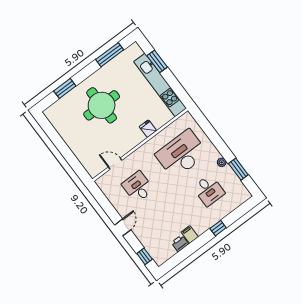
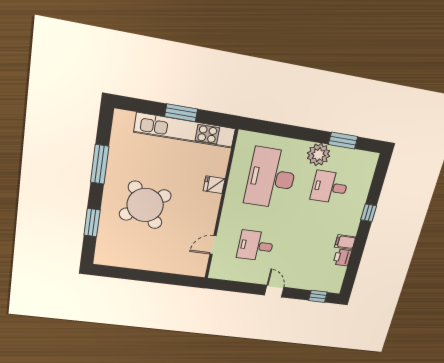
window: (110, 55) -> (100, 164), moved
window: (157, 61) -> (181, 113), moved
round table: (102, 105) -> (145, 205), turned -36
plant: (222, 162) -> (319, 155), width x1.87, depth x1.87
desk: (209, 190) -> (330, 187), turned 180

